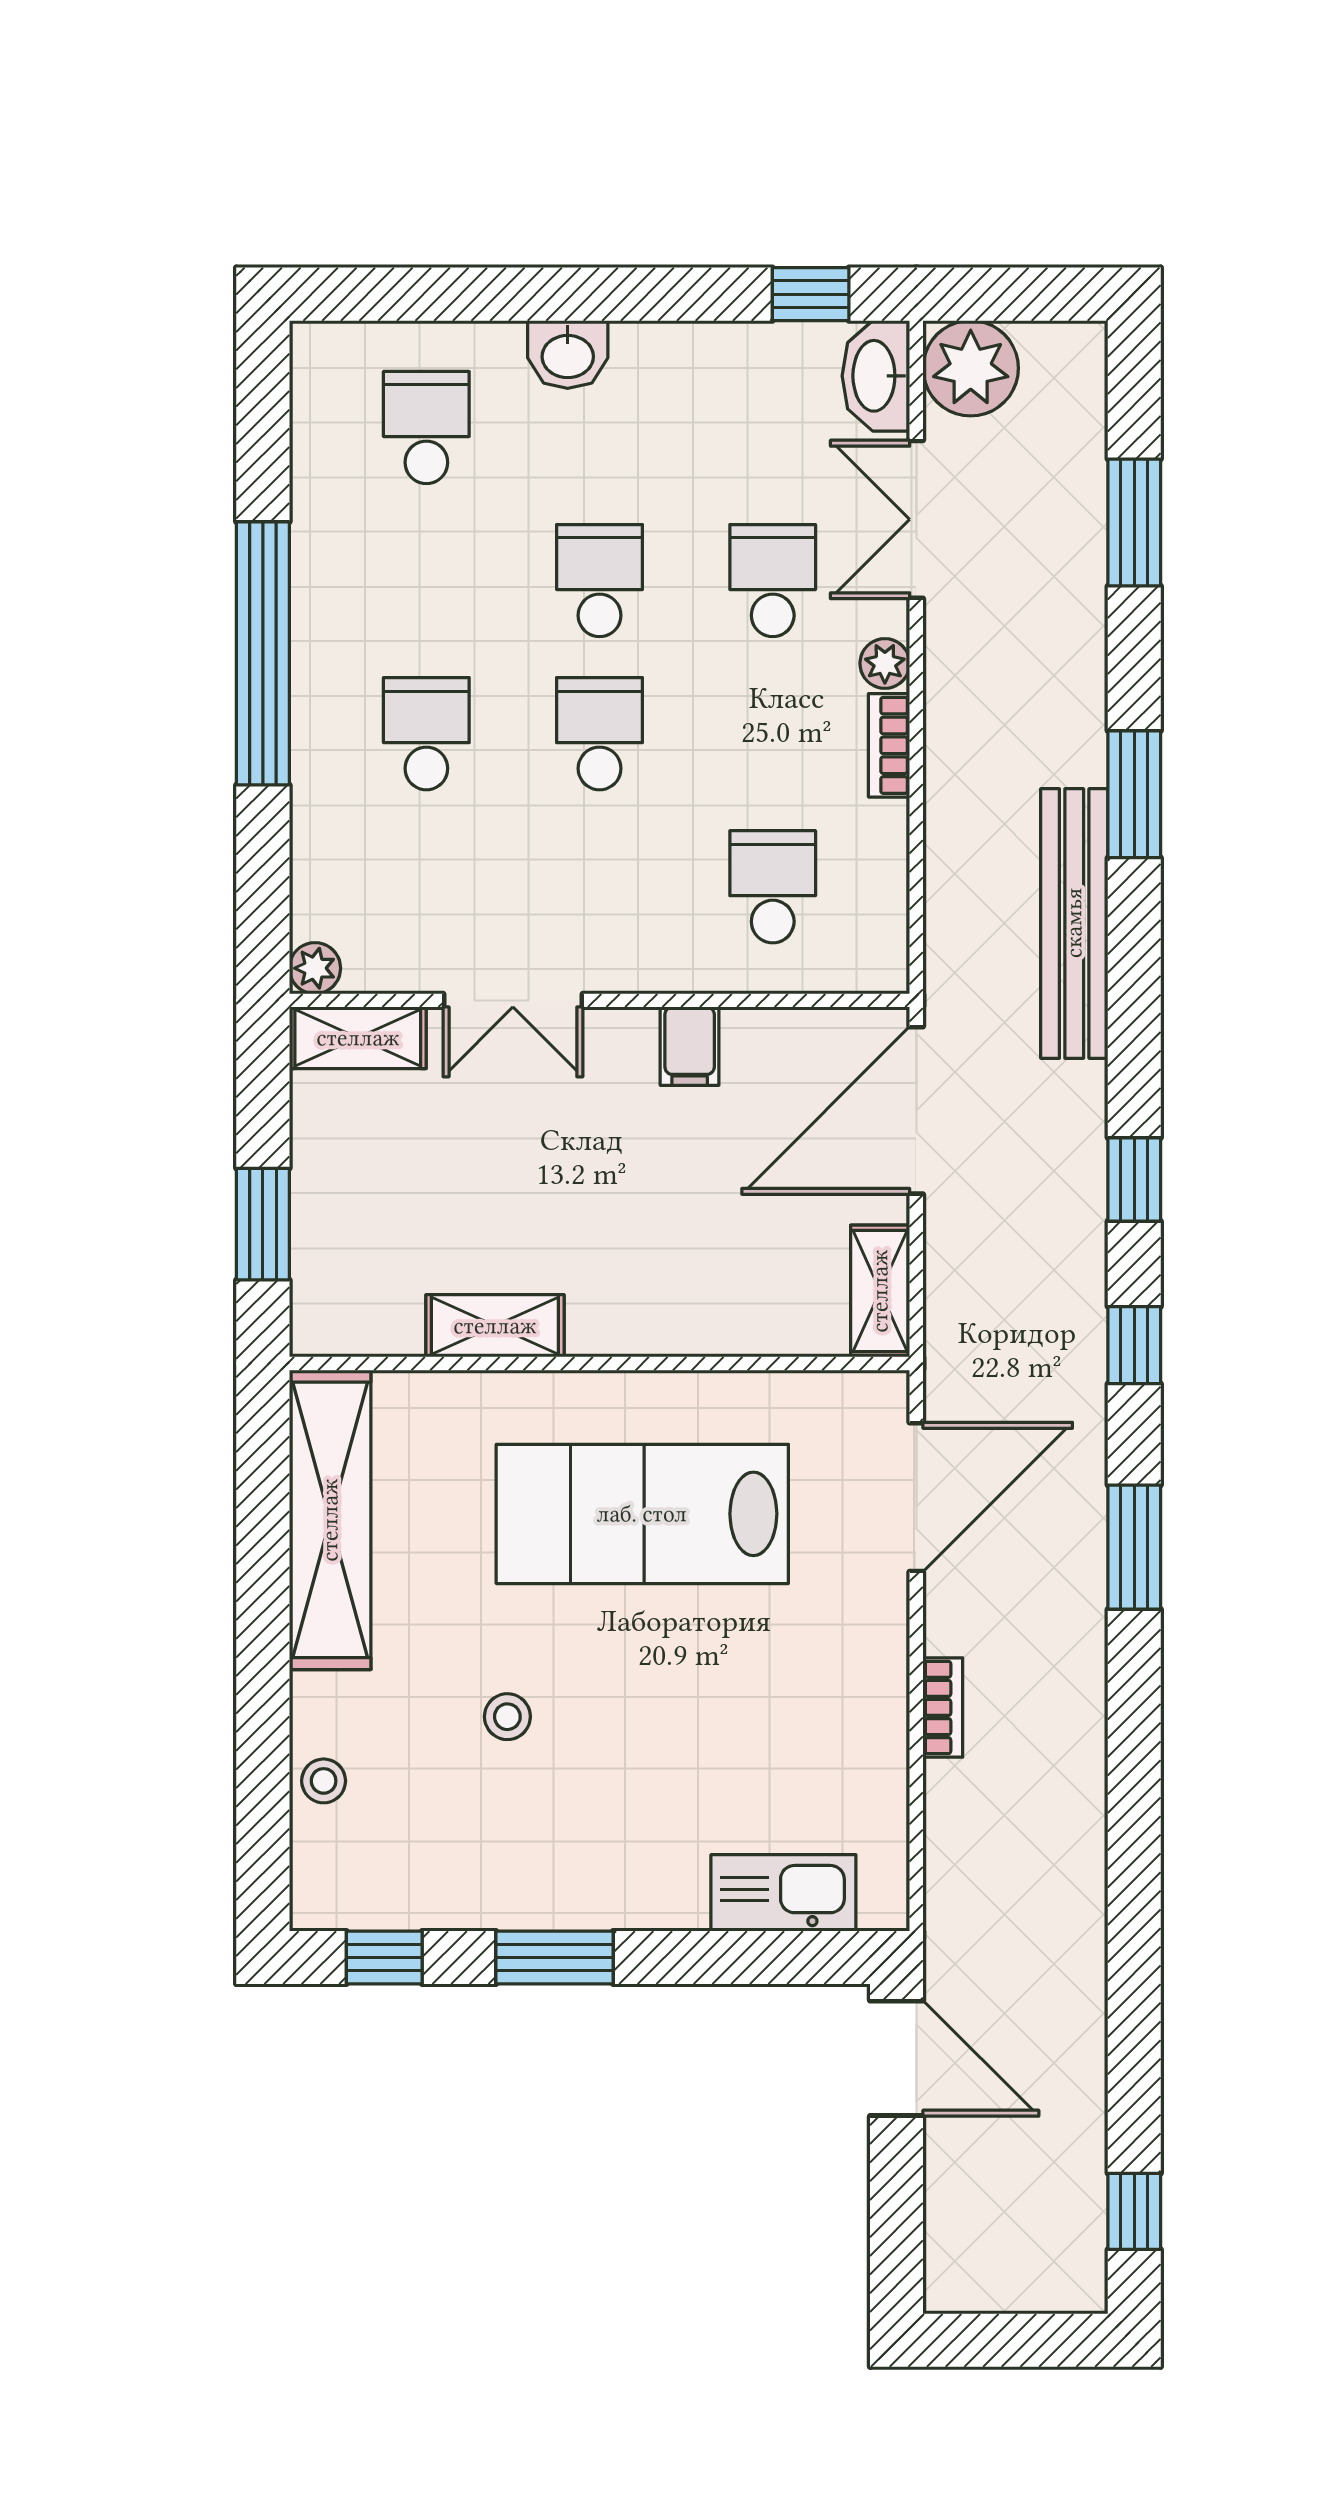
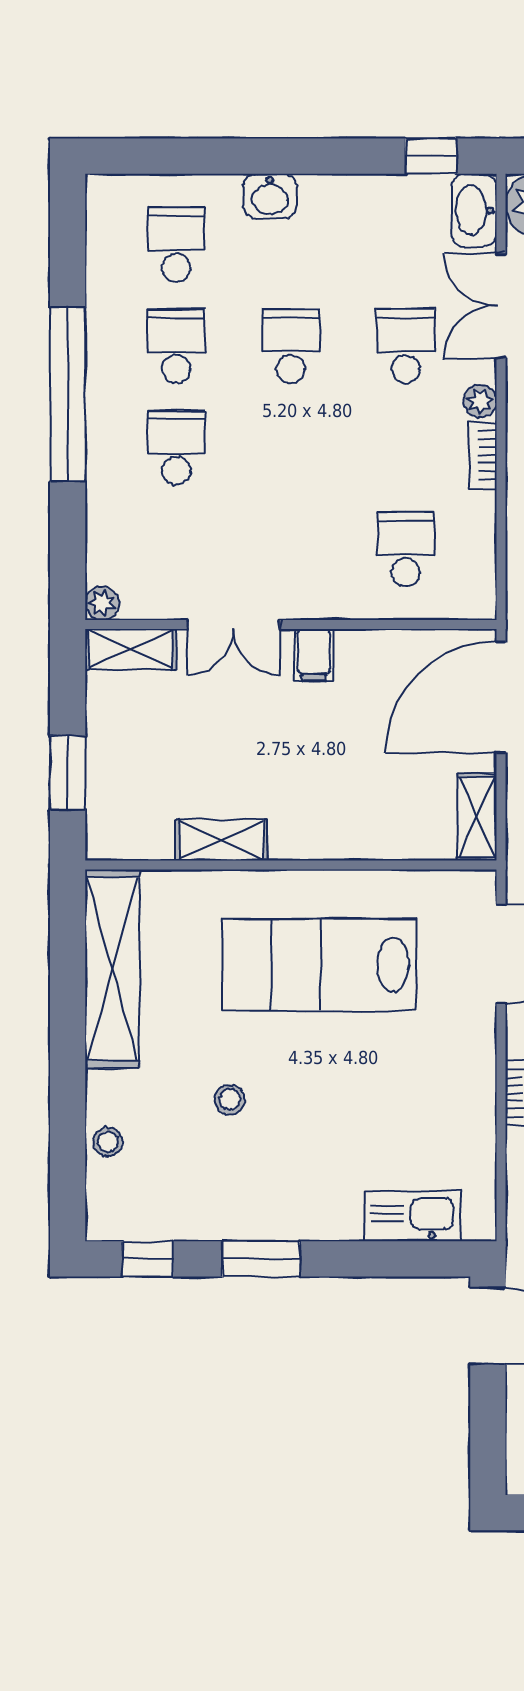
school desk: (600, 734) -> (176, 346), moved
filing cabinet: (690, 1046) -> (314, 655), moved

